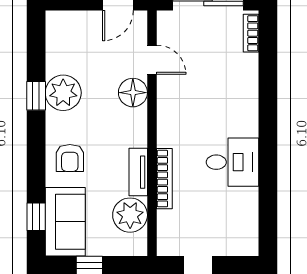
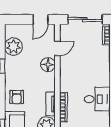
door: (152, 60) -> (57, 48), hinge flipped
plant: (63, 93) -> (13, 47), moved

